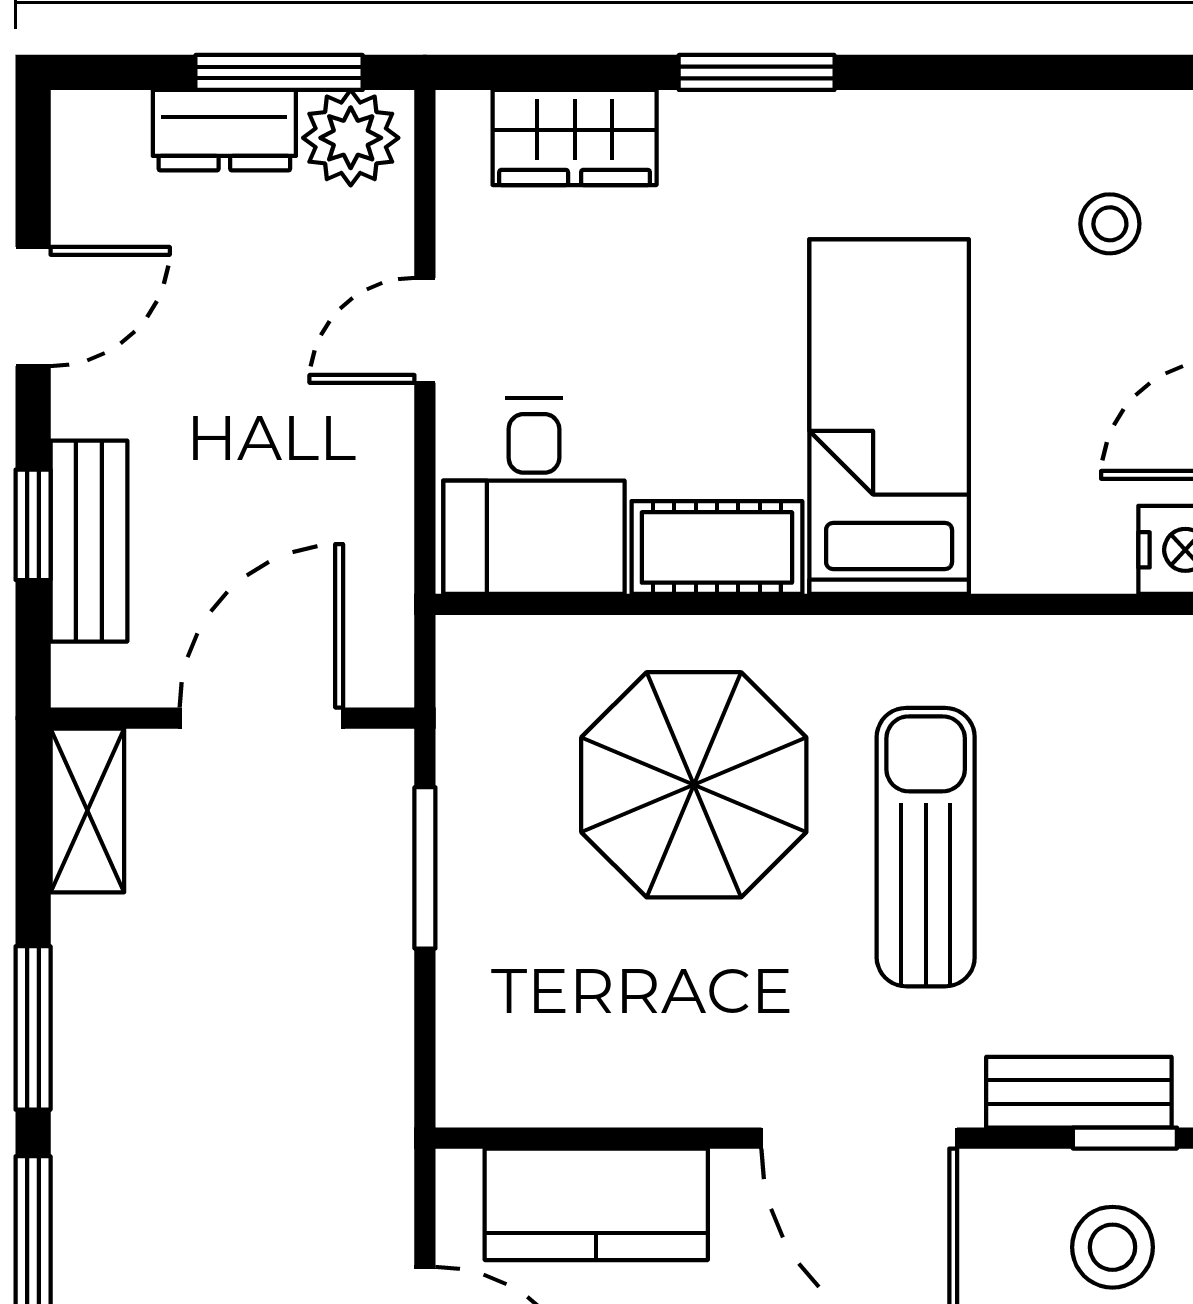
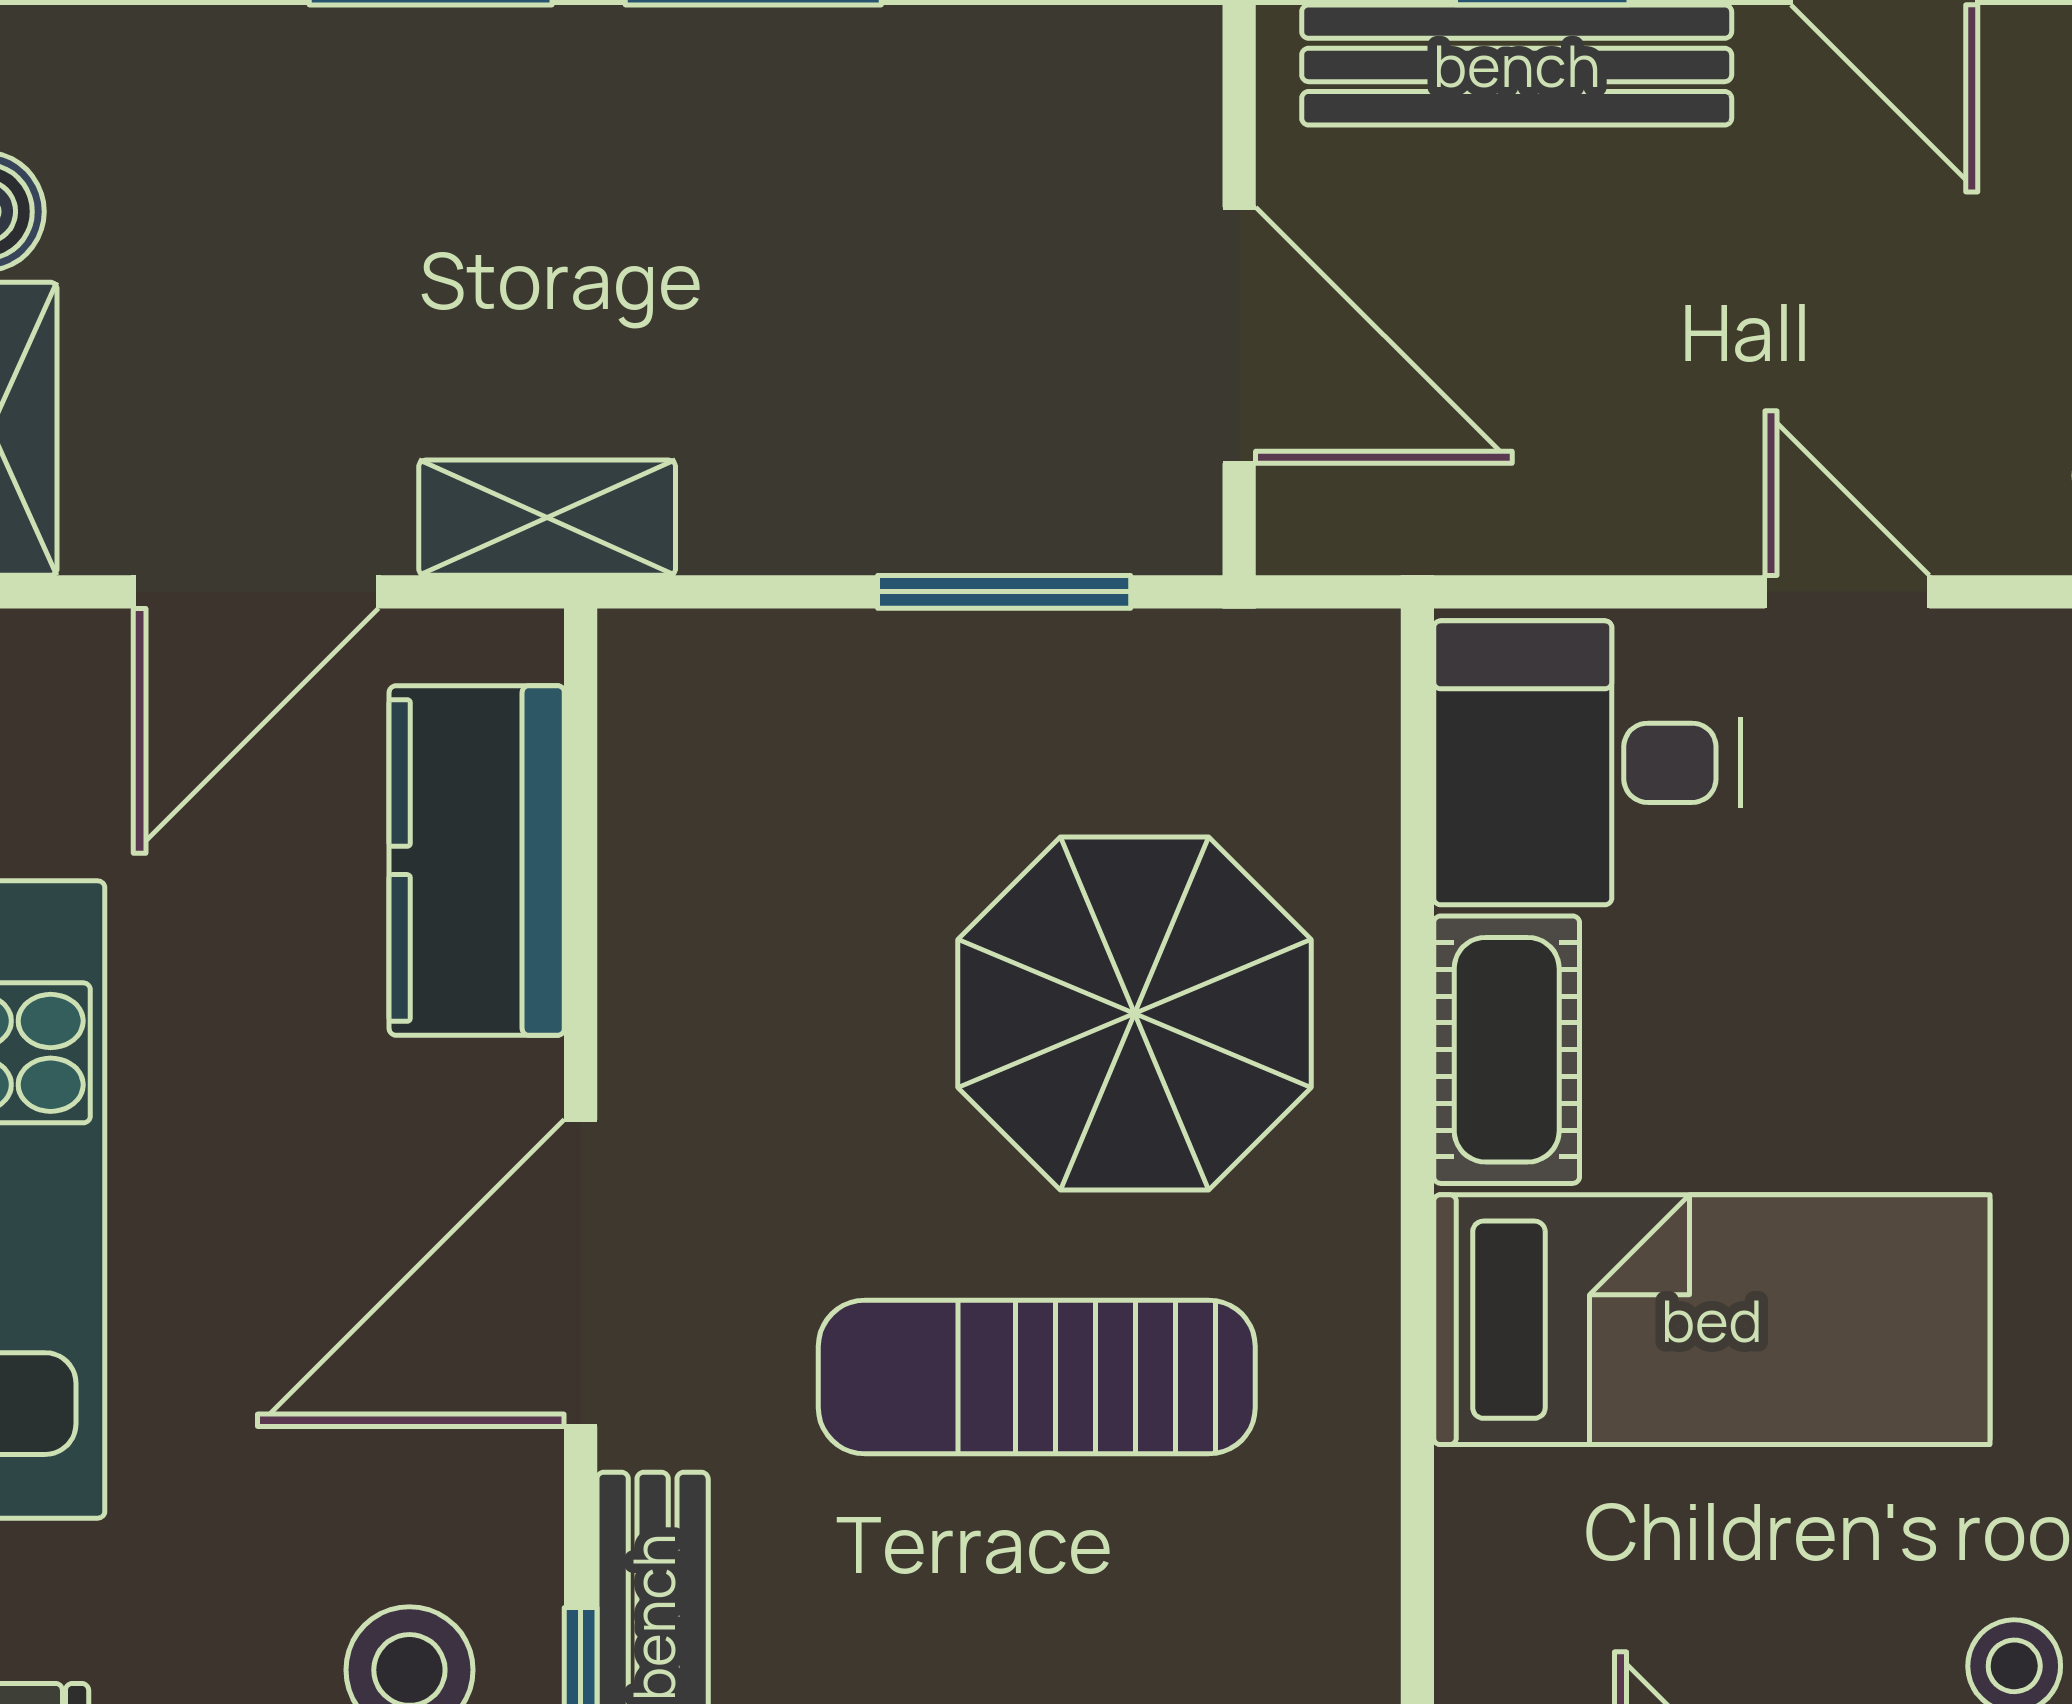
bench: (89, 541) -> (1517, 65), width x1.36
shelving: (87, 810) -> (547, 518), moved
sun lounger: (926, 847) -> (1037, 1377), turned 180

